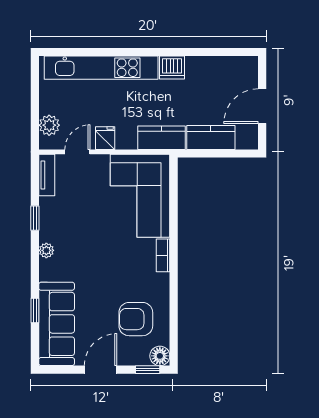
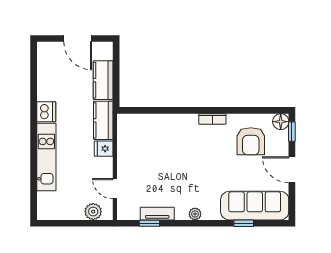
kitchen unit: (101, 68) -> (46, 157), width x0.73
fridge: (105, 138) -> (104, 149), moved
tv unit: (47, 175) -> (157, 214), moved
corner sofa: (140, 196) -> (151, 138), removed
window: (35, 218) -> (149, 223), moved
bookcase: (163, 255) -> (212, 119), moved

